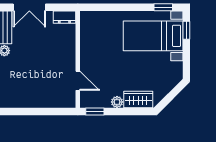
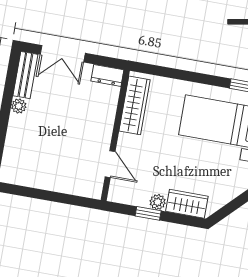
wardrobe: (88, 35) -> (135, 105), added
window: (95, 111) -> (148, 213), moved

